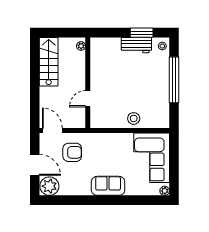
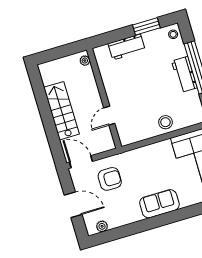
workbench: (136, 45) -> (127, 47), moved
stairs: (49, 62) -> (61, 111), moved
workbench: (162, 83) -> (184, 74), added
plant: (49, 186) -> (102, 226), width x0.53, depth x0.53

